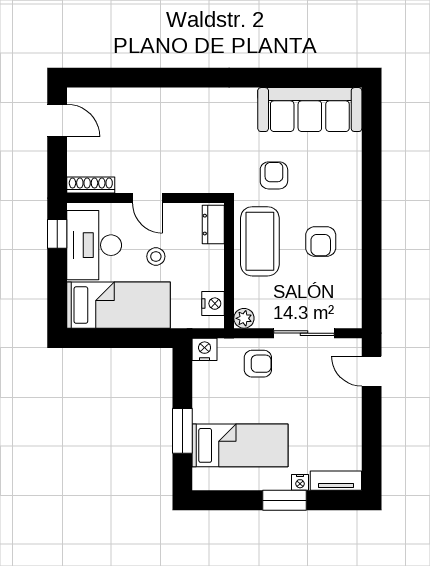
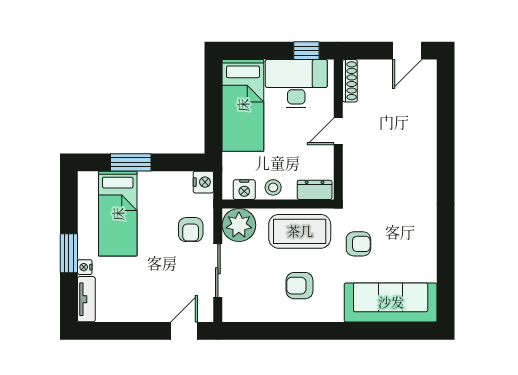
sofa: (310, 110) -> (391, 302), moved, turned 90
stool: (156, 256) -> (273, 187), moved
plant: (244, 318) -> (239, 225), width x1.87, depth x1.87

